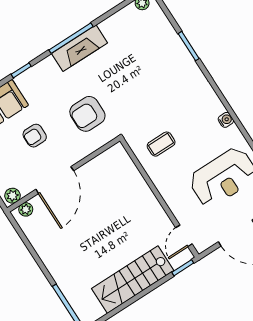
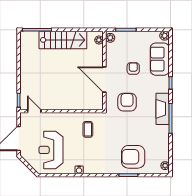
fireplace: (80, 48) -> (163, 109), moved
armchair: (159, 56) -> (133, 157), added
door: (55, 180) -> (104, 80), moved
stairs: (133, 280) -> (63, 40), moved, turned 90

